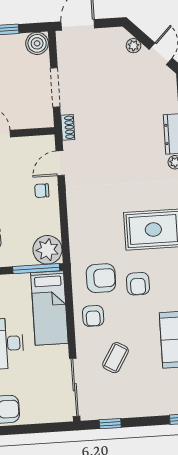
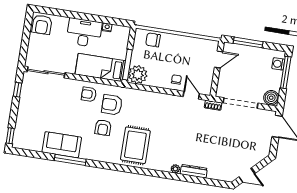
plant: (134, 46) -> (256, 159), removed
doorway: (55, 87) -> (241, 103), width x1.36
armchair: (101, 278) -> (112, 105), turned 90
armchair: (138, 284) -> (103, 128), turned -90
coffee table: (116, 358) -> (59, 103), removed

